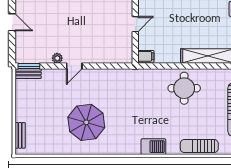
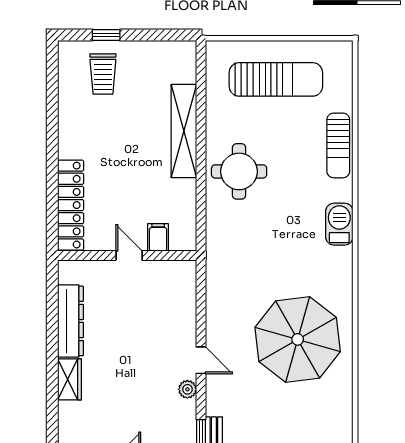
filing cabinet: (146, 56) -> (158, 237), moved
parasol: (86, 122) -> (298, 339), width x1.36, depth x1.36

